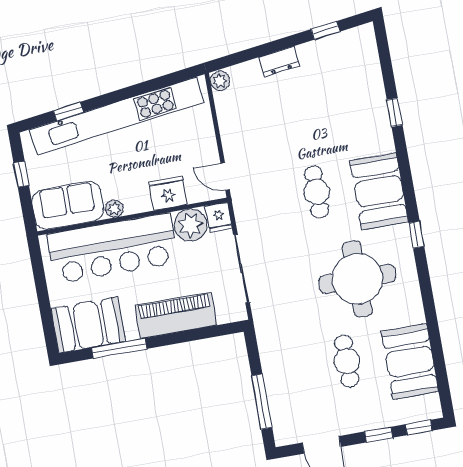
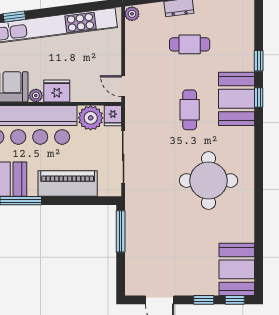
booth: (379, 191) -> (236, 99), moved
fridge: (168, 193) -> (57, 91), moved
window: (416, 235) -> (259, 98), moved
cafe table: (347, 361) -> (190, 44), moved, turned 90
booth: (410, 361) -> (237, 269), moved
window: (262, 402) -> (121, 231), moved

